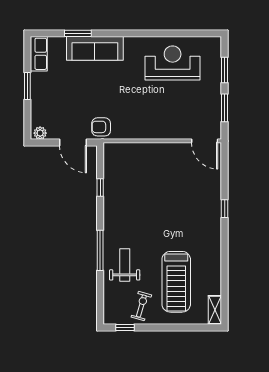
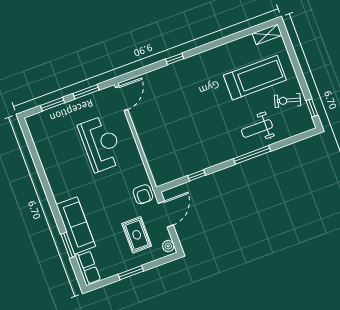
row of seats: (39, 54) -> (88, 268), moved, turned 90
reception desk: (173, 63) -> (101, 144), moved, turned 180
rug: (63, 106) -> (137, 235), added

